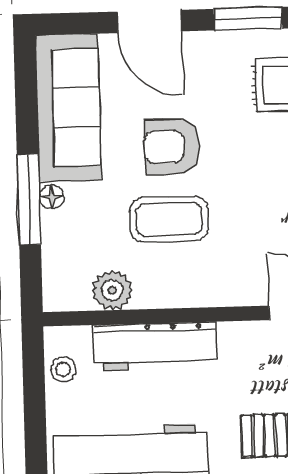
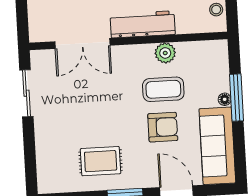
plant: (112, 290) -> (165, 53), moved
workbench: (155, 346) -> (143, 24), moved

